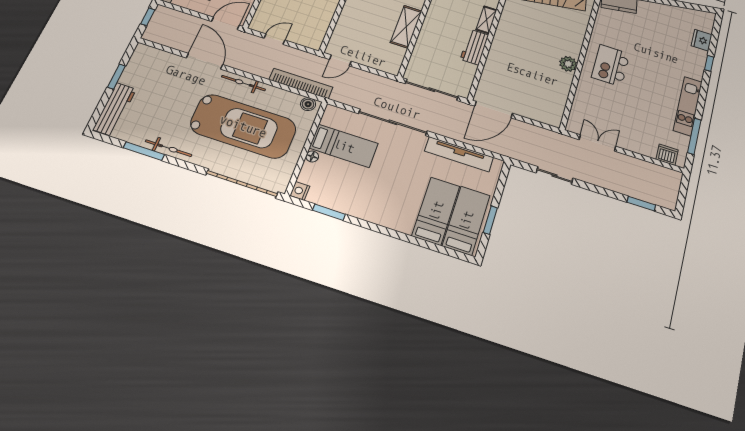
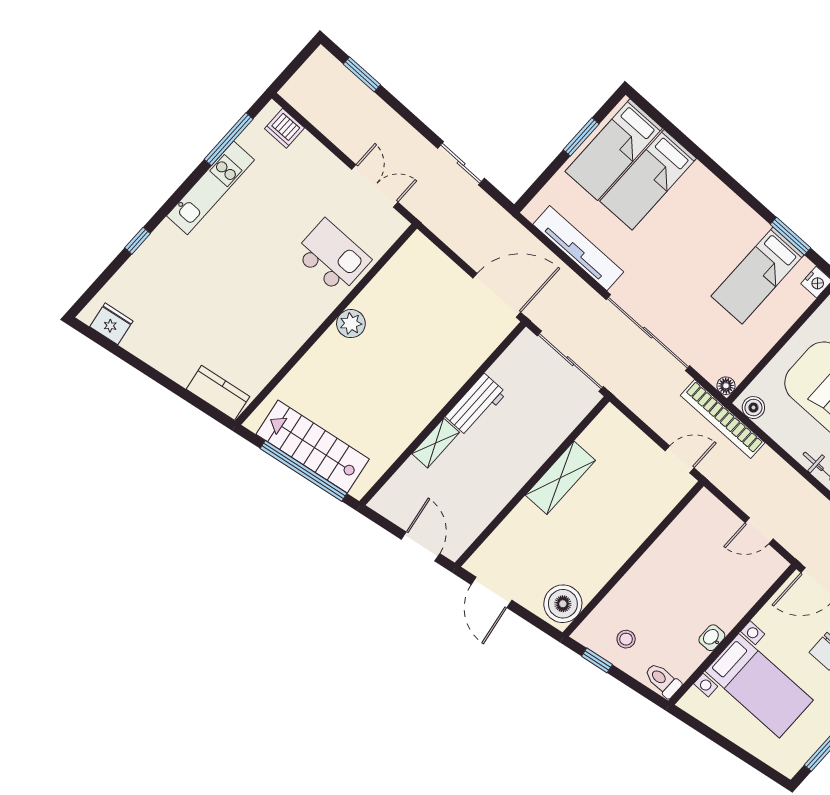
fridge: (702, 40) -> (111, 324), moved, turned -99
kitchen island: (611, 65) -> (332, 257), moved, turned -90
bookcase: (301, 84) -> (723, 419), moved
double door: (597, 143) -> (375, 186), swing flipped
bed: (344, 146) -> (758, 276), moved, turned -90
floor lamp: (312, 156) -> (726, 386), moved

